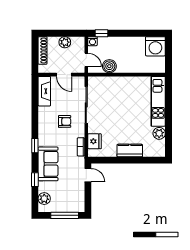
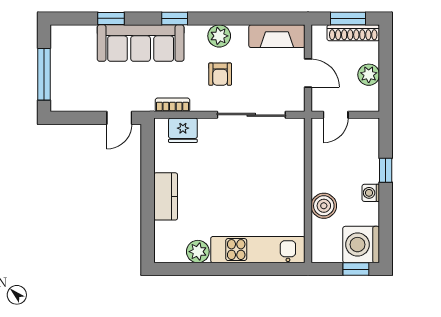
window: (102, 33) -> (386, 170), moved
washing machine: (93, 41) -> (371, 193), moved
window: (168, 49) -> (356, 269), added
window: (35, 53) -> (348, 18), added
boiler: (109, 66) -> (324, 206), moved
door: (64, 75) -> (308, 73), swing flipped
sofa: (48, 164) -> (141, 43), width x1.36
plant: (44, 199) -> (219, 36), moved

